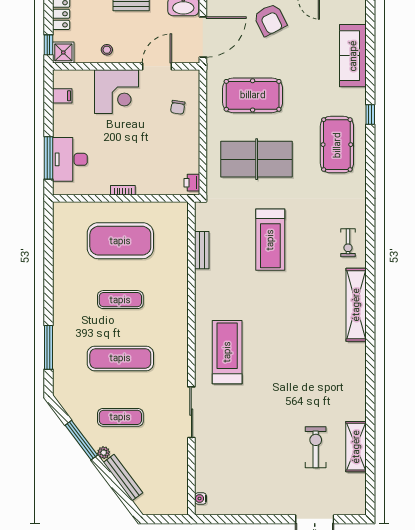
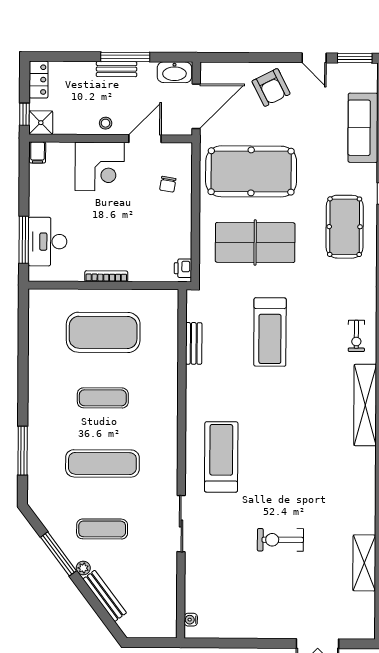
stool: (107, 50) -> (106, 123), moved
pool table: (253, 95) -> (251, 171), width x1.36, depth x1.32
filing cabinet: (62, 96) -> (38, 152), moved, turned 90
bookcase: (123, 190) -> (106, 276), width x1.56
exercise bike: (316, 447) -> (280, 540), moved, turned -90

